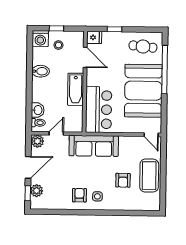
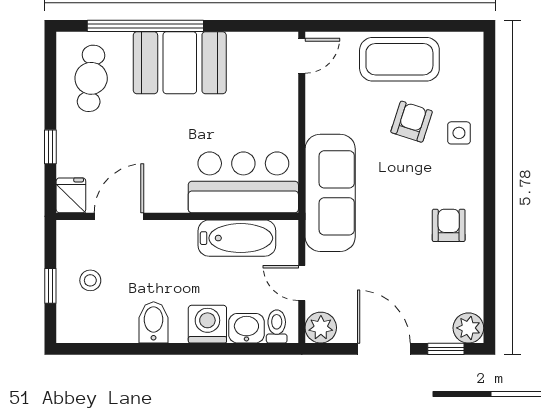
washing machine: (40, 39) -> (207, 324), moved, turned -90
bathtub: (76, 89) -> (237, 238), moved
booth: (143, 91) -> (180, 63), width x0.73, depth x0.70
armchair: (123, 180) -> (412, 122), turned -72
plant: (37, 191) -> (468, 328), moved
armchair: (79, 195) -> (449, 225), turned 90
side table: (97, 196) -> (459, 133), moved

